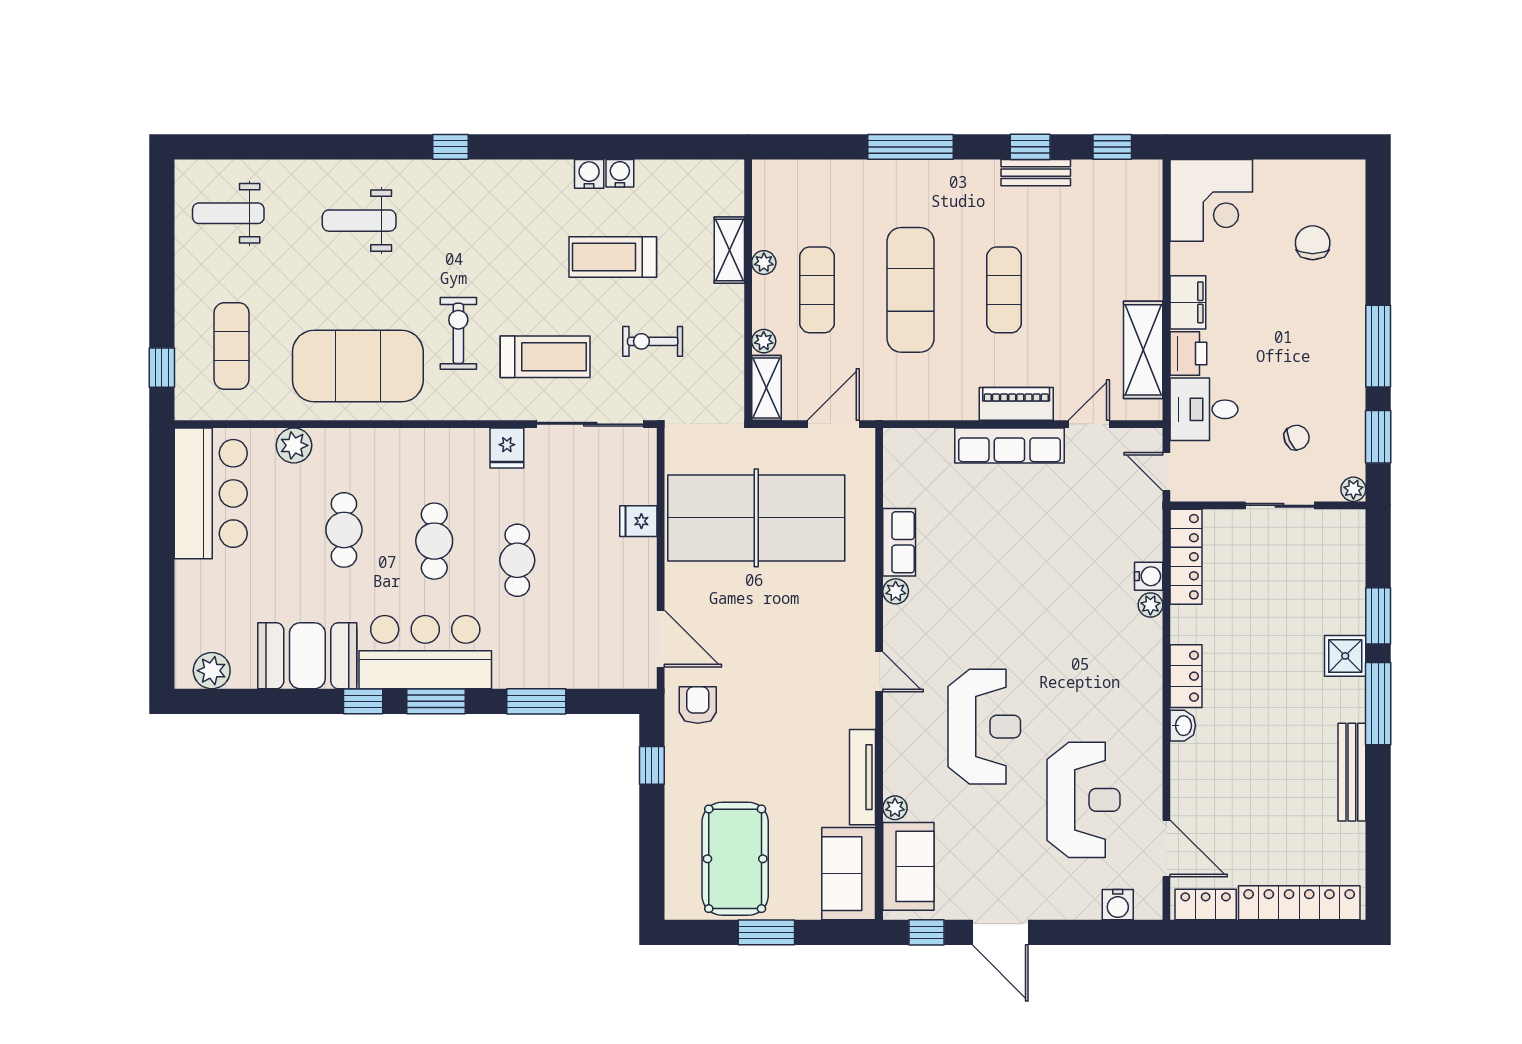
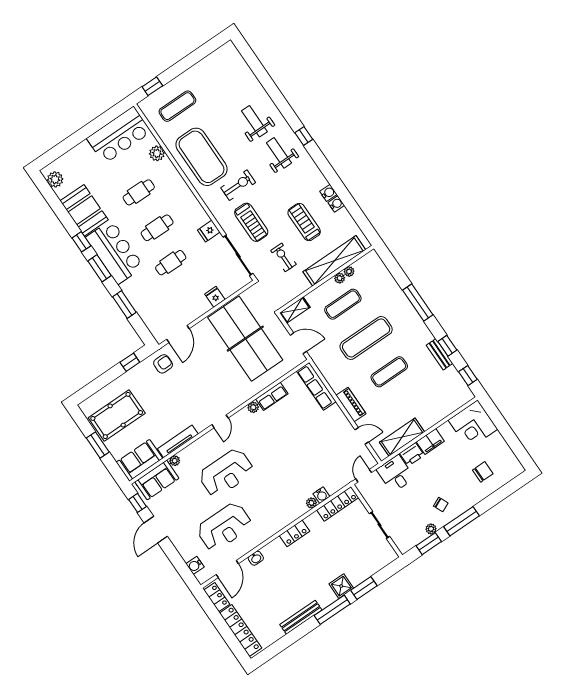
weight bench: (228, 213) -> (279, 153), moved
shelving: (729, 250) -> (334, 261), width x2.20, depth x1.33
plant: (764, 341) -> (349, 272), moved
chair: (1297, 437) -> (441, 505), moved
row of seats: (1009, 446) -> (316, 386), moved
plant: (1353, 489) -> (431, 529), moved
washbasin: (1183, 726) -> (256, 558), moved

